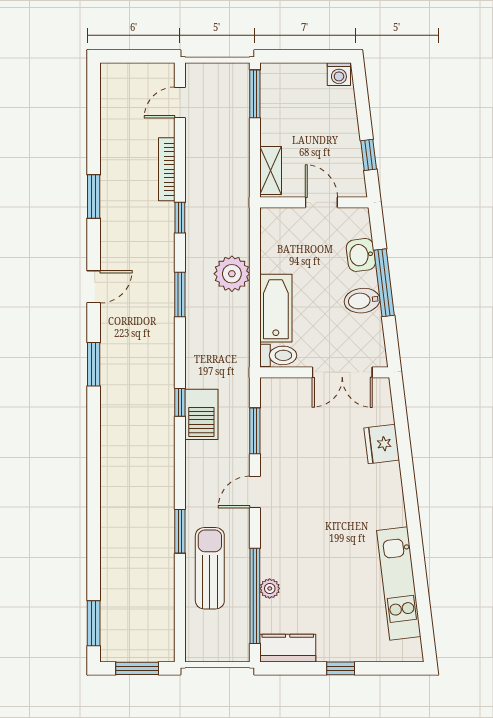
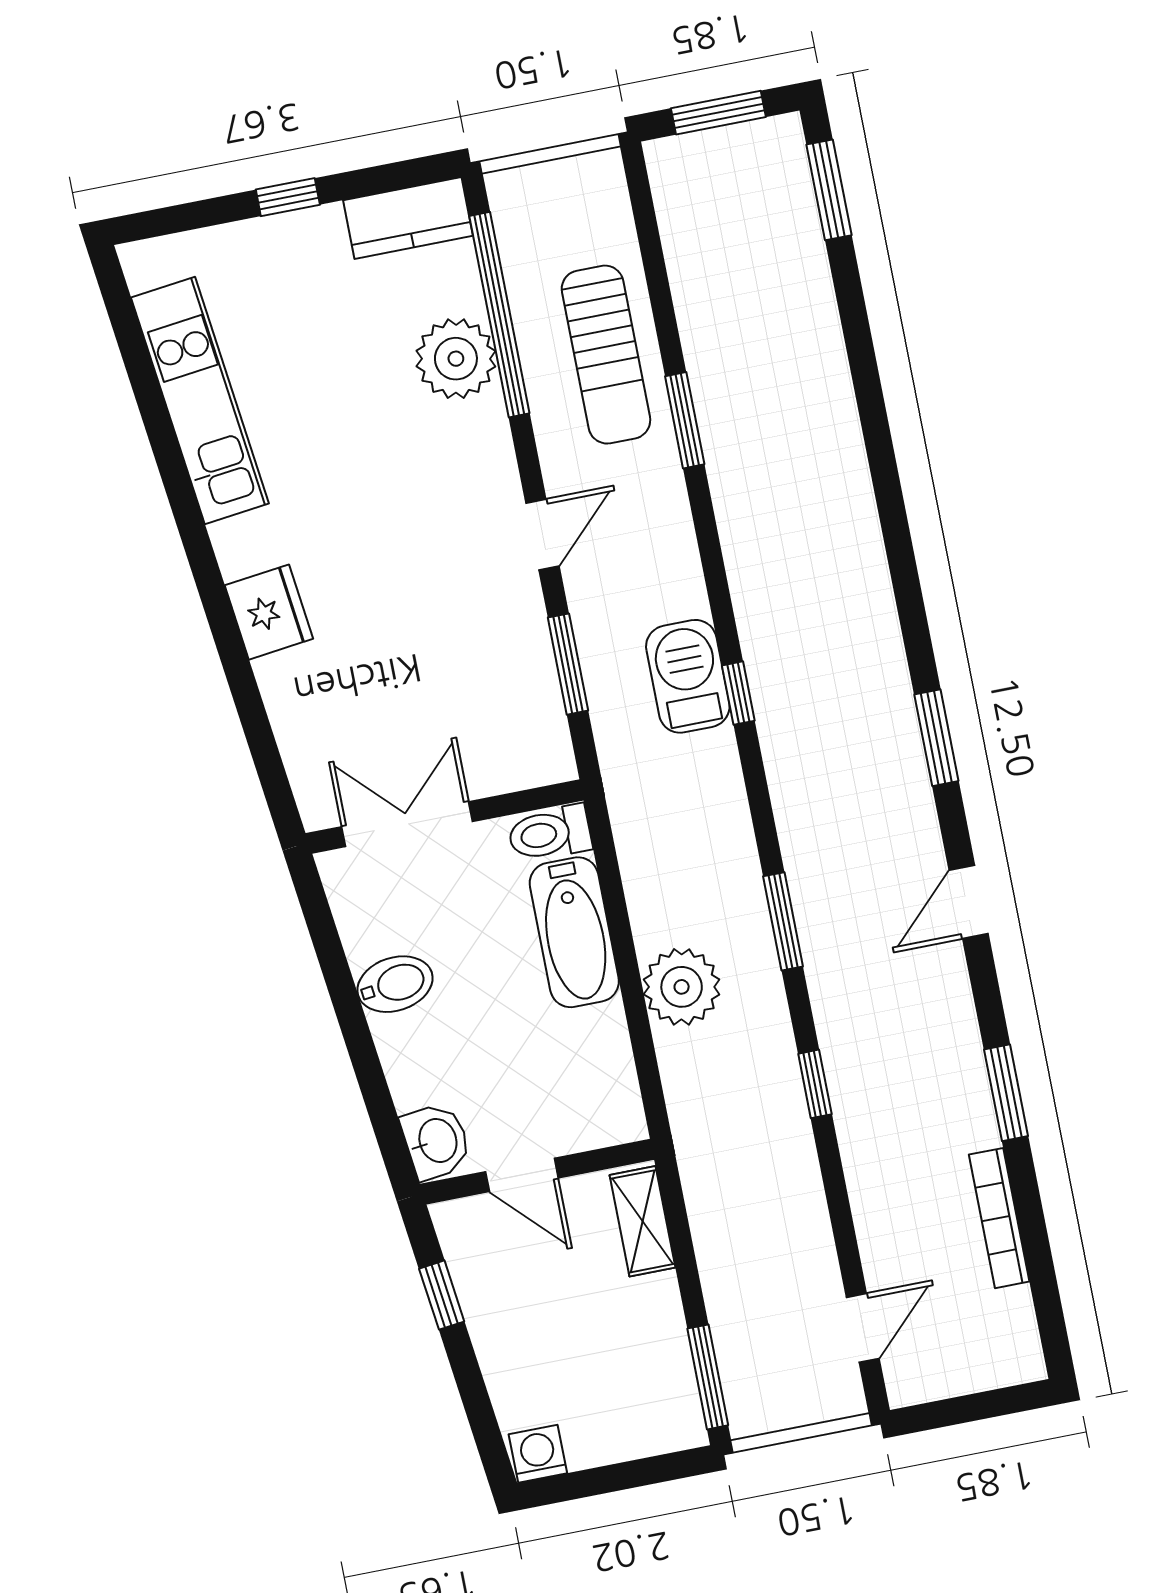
bookcase: (167, 169) -> (999, 1218), moved, turned 180
washbasin: (361, 255) -> (436, 1141), moved
window: (384, 283) -> (356, 1031), removed
fridge: (382, 444) -> (269, 612), moved
plant: (270, 588) -> (456, 359), width x1.87, depth x1.87

